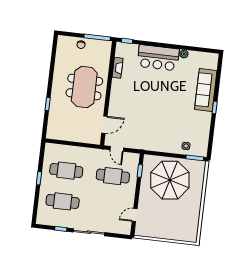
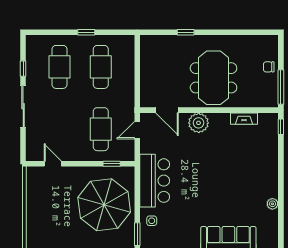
bar counter: (158, 58) -> (155, 181), moved, turned 180
meeting table: (84, 87) -> (214, 78), turned 90
plant: (117, 102) -> (199, 123), added

